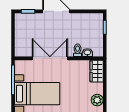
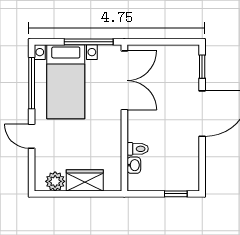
double door: (50, 58) -> (124, 80), moved
wardrobe: (97, 71) -> (85, 180), moved

